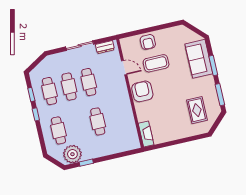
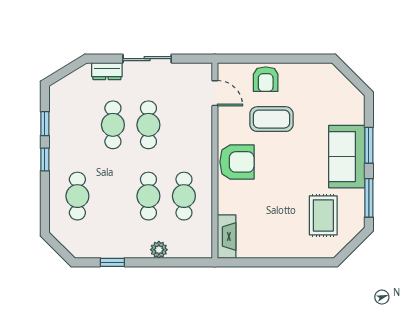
dresser: (105, 47) -> (107, 71), moved
sofa: (199, 59) -> (347, 157), moved
door: (124, 68) -> (215, 93), moved
cafe table: (49, 91) -> (184, 196), moved
armchair: (142, 91) -> (237, 162), turned 90
plant: (72, 154) -> (159, 250), moved, width x0.53, depth x0.53

